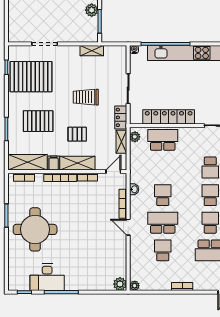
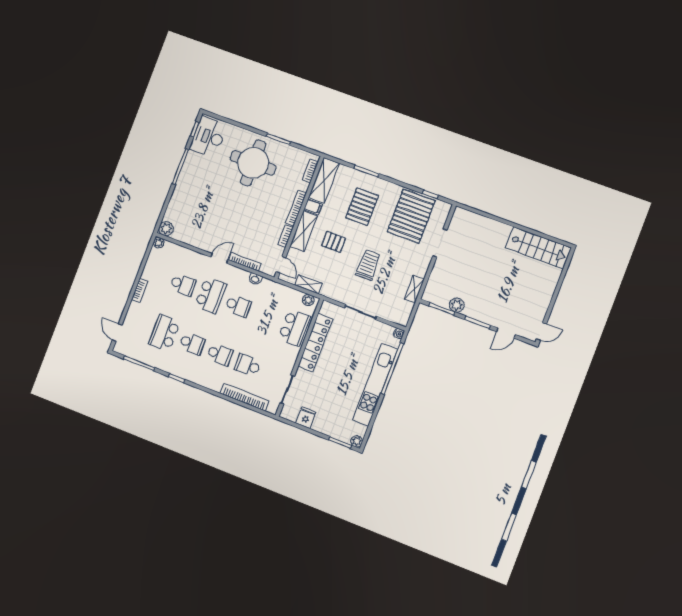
locker: (121, 117) -> (334, 293), removed
pallet: (77, 134) -> (334, 242), turned 90
desk: (47, 277) -> (209, 137), moved

